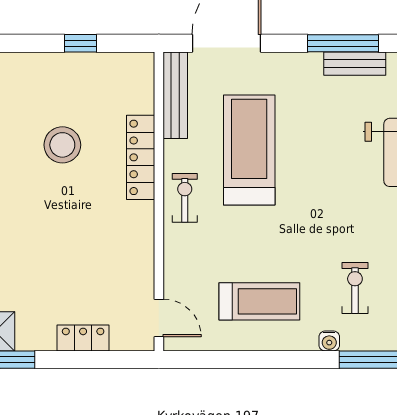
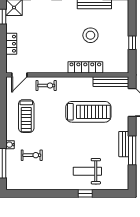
bench: (355, 64) -> (124, 144), moved
exercise bike: (185, 198) -> (46, 86), moved

